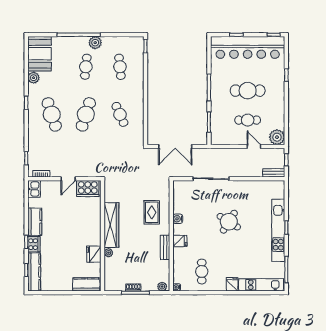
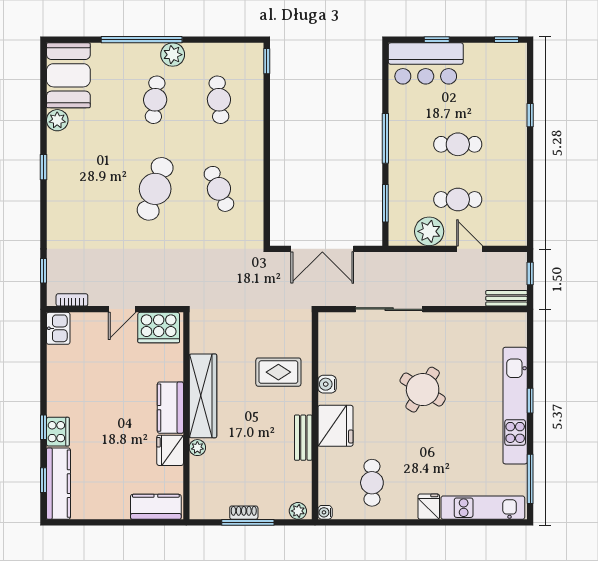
bar counter: (248, 47) -> (426, 63), width x0.54
cafe table: (248, 91) -> (458, 144), width x0.73, depth x0.74
cafe table: (52, 114) -> (91, 189), removed
plant: (277, 137) -> (429, 231), moved
rug: (152, 212) -> (278, 372), turned 90
kitchen counter: (35, 222) -> (170, 408), moved, turned 180
fridge: (180, 241) -> (335, 426), width x1.88, depth x1.34

